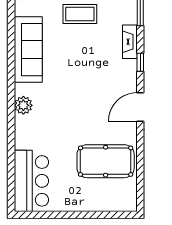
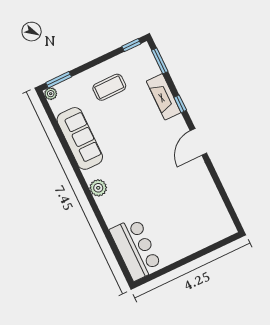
fireplace: (130, 42) -> (164, 97), width x1.37, depth x1.32
pool table: (106, 161) -> (191, 202), removed

